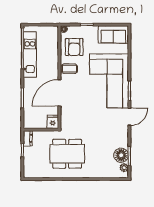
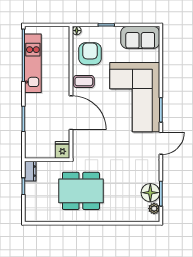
armchair: (74, 47) -> (90, 54), turned 180
door: (59, 93) -> (71, 113), swing flipped

